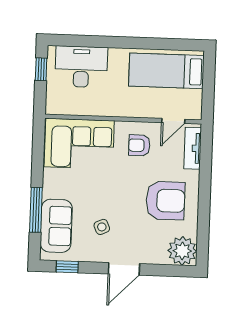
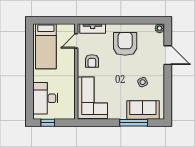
door: (173, 121) -> (76, 41), swing flipped
plant: (182, 251) -> (160, 28), width x0.53, depth x0.53
window: (67, 267) -> (168, 102), removed
door: (124, 269) -> (168, 55), moved

